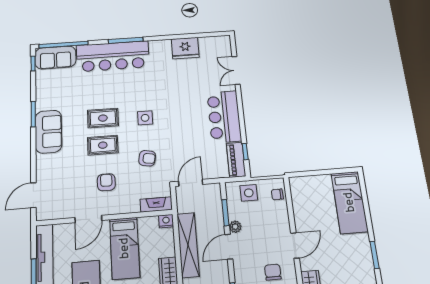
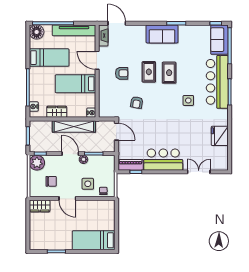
side table: (145, 118) -> (188, 100), moved
side table: (249, 193) -> (88, 184), moved
fireplace: (156, 204) -> (103, 36), moved

